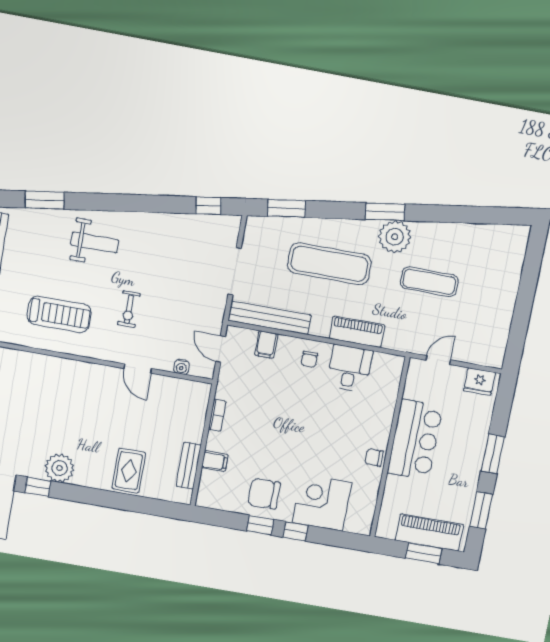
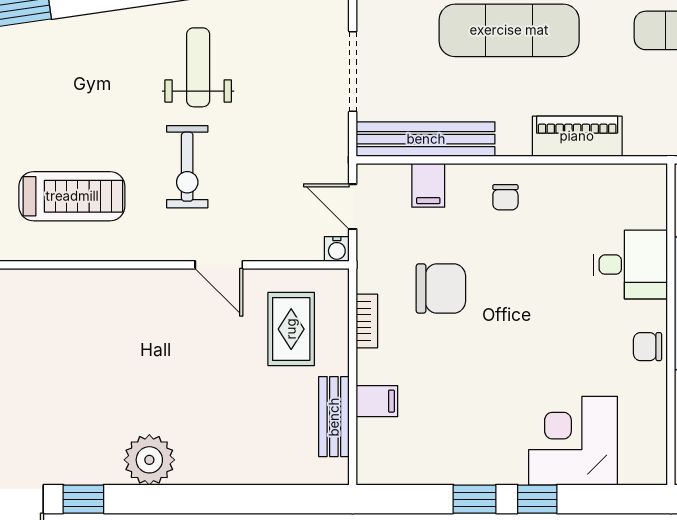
weight bench: (95, 242) -> (198, 67), moved, turned -90
exercise bike: (129, 309) -> (187, 167), width x1.38, depth x1.39
water cooler: (182, 367) -> (337, 249), moved
desk: (350, 368) -> (630, 265), moved, turned 90
plant: (60, 468) -> (149, 460), moved
rug: (129, 471) -> (291, 329), moved
chair: (264, 494) -> (441, 289), moved, turned 180

